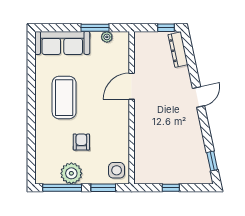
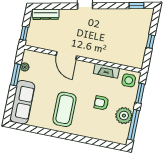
window: (166, 28) -> (24, 33), moved
coffee table: (64, 98) -> (65, 109), turned 90
fireplace: (123, 140) -> (106, 71), added

